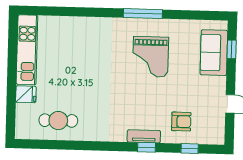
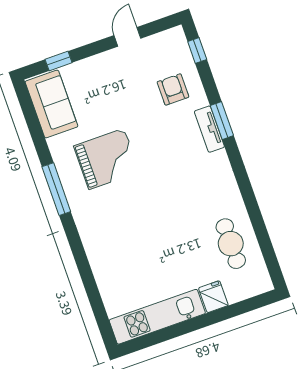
sofa: (214, 53) -> (51, 104), moved, turned -90
window: (146, 147) -> (222, 121), width x1.50
window: (190, 149) -> (197, 51), moved

